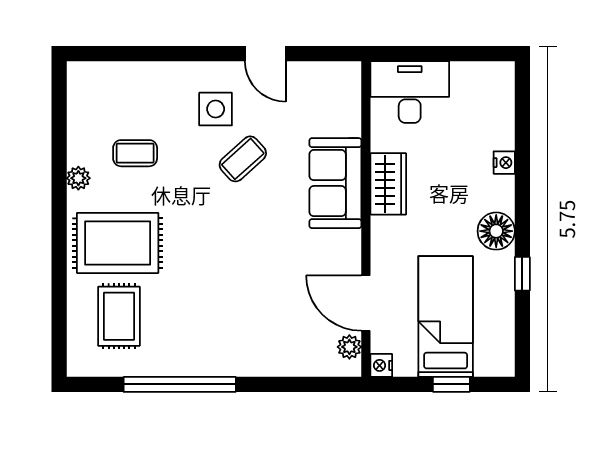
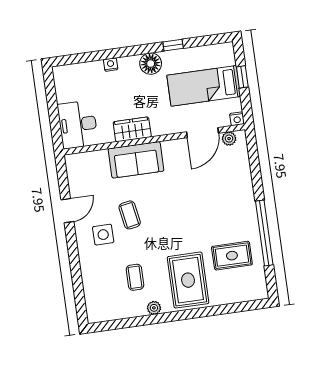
coffee table: (243, 159) -> (130, 215), turned 32
rug: (119, 316) -> (232, 256), moved

